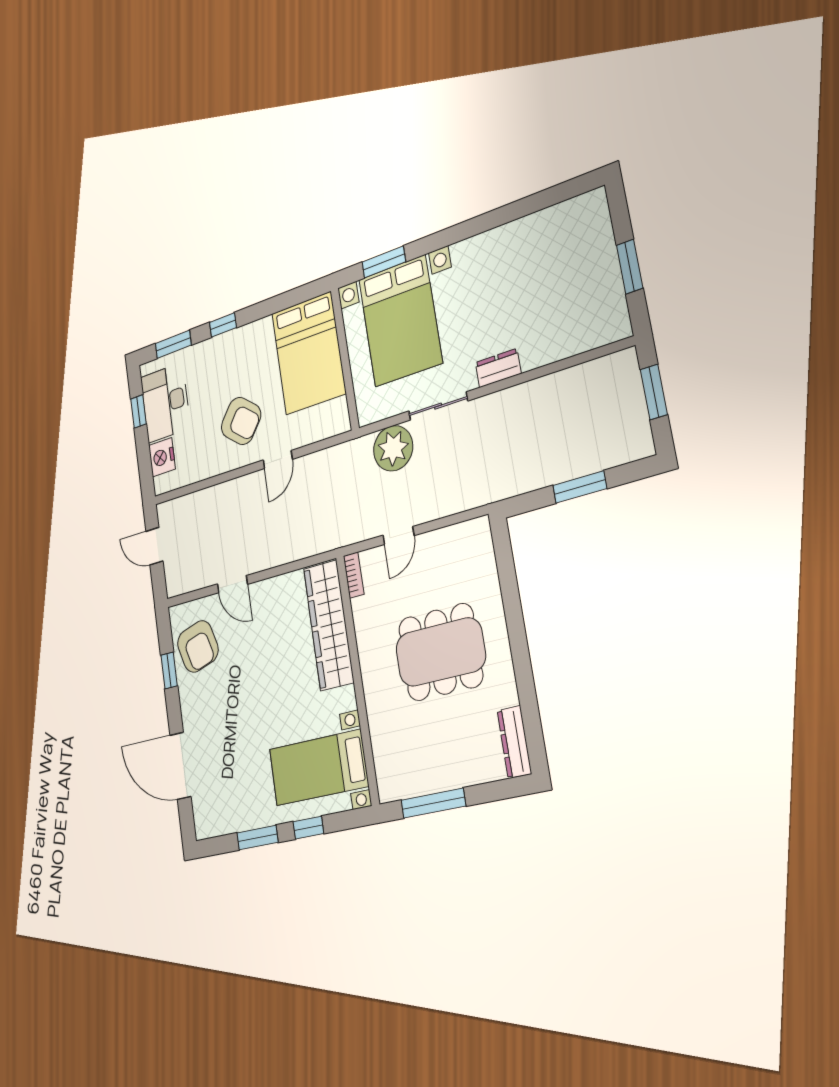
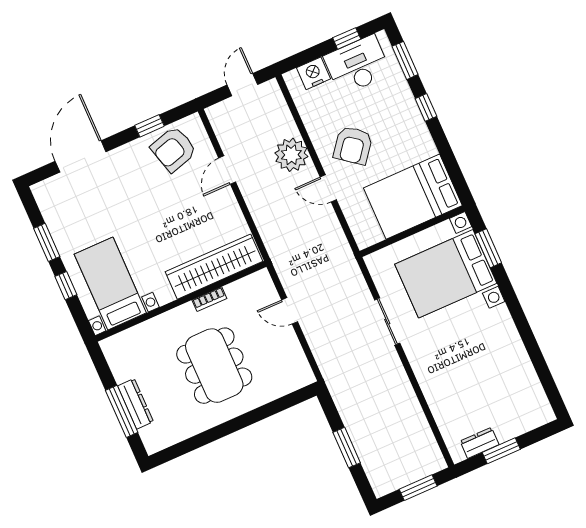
dresser: (498, 368) -> (479, 443), moved, turned -90
plant: (393, 448) -> (291, 155), moved
bookcase: (354, 575) -> (209, 299), moved
dresser: (514, 742) -> (135, 404), moved, turned 90
window: (433, 803) -> (122, 411), moved

